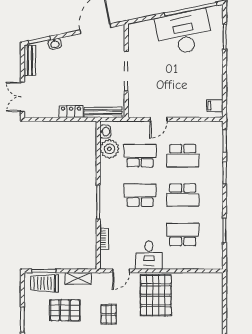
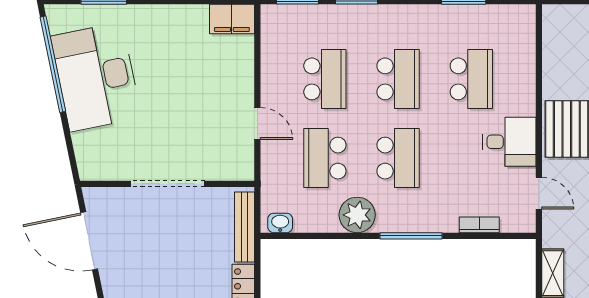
filing cabinet: (215, 106) -> (232, 19), width x2.00
plant: (109, 149) -> (357, 215), moved
school desk: (140, 195) -> (398, 158), turned 180
school desk: (183, 234) -> (471, 79), turned 180

